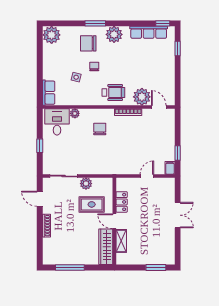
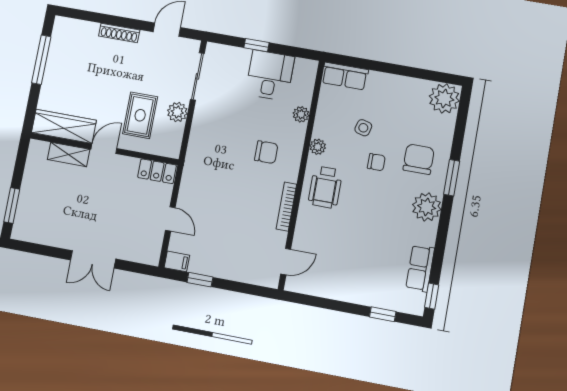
row of seats: (149, 32) -> (420, 268), width x0.68
plant: (142, 97) -> (318, 147), moved, width x0.53, depth x0.53
desk: (57, 122) -> (270, 75), moved, turned -90
locker: (122, 202) -> (157, 171), moved

